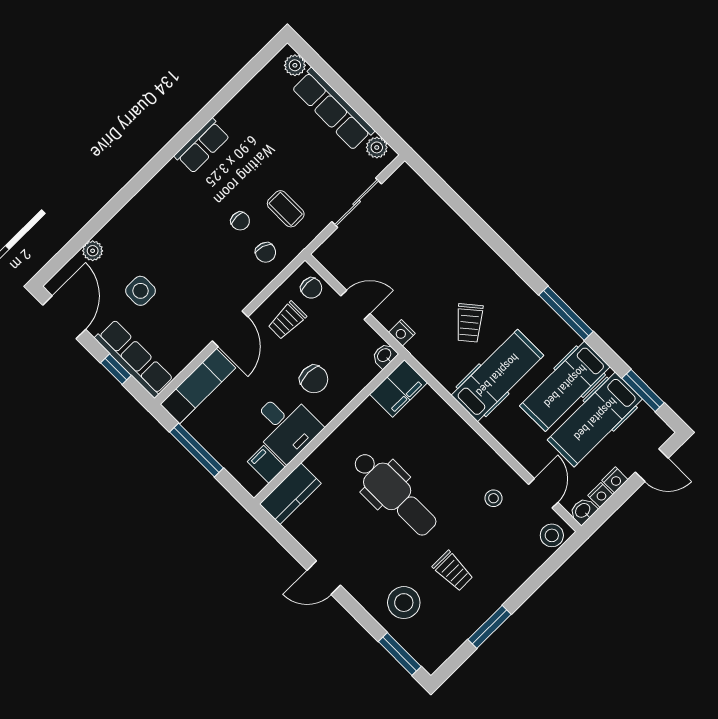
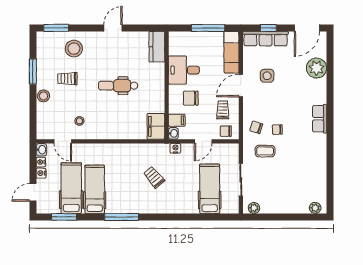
row of seats: (333, 109) -> (285, 206), removed
row of seats: (202, 146) -> (320, 119), moved
plant: (93, 251) -> (316, 68), width x1.87, depth x1.87
side table: (141, 291) -> (267, 76), moved
door: (64, 317) -> (307, 28), hinge flipped
door: (230, 329) -> (241, 86), hinge flipped
hospital bed: (497, 375) -> (210, 189), moved, turned 180
filing cabinet: (266, 464) -> (177, 120), moved
dental chair: (394, 494) -> (118, 86), width x0.73, depth x0.72
stool: (552, 535) -> (43, 96), moved

